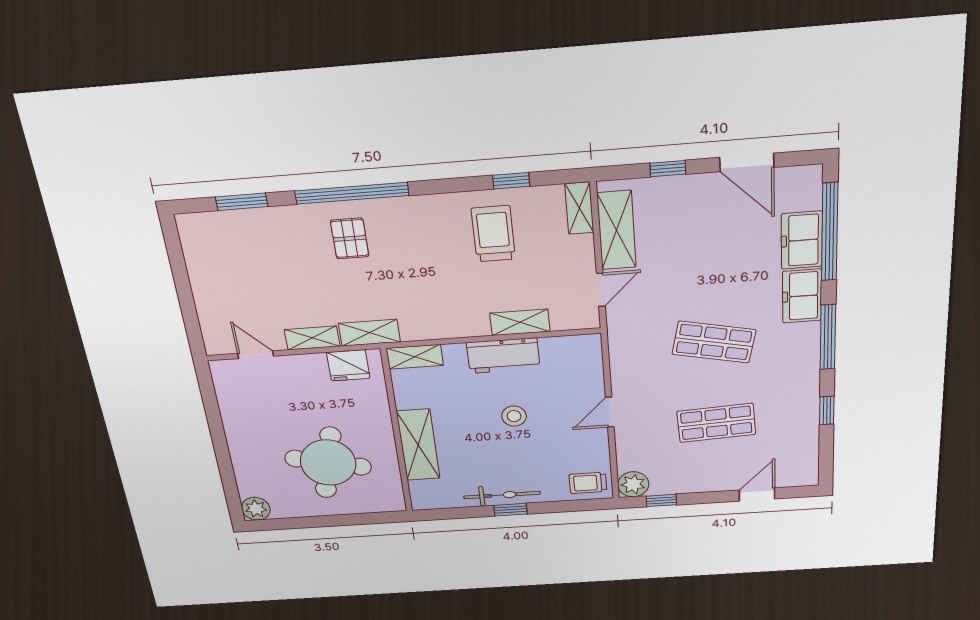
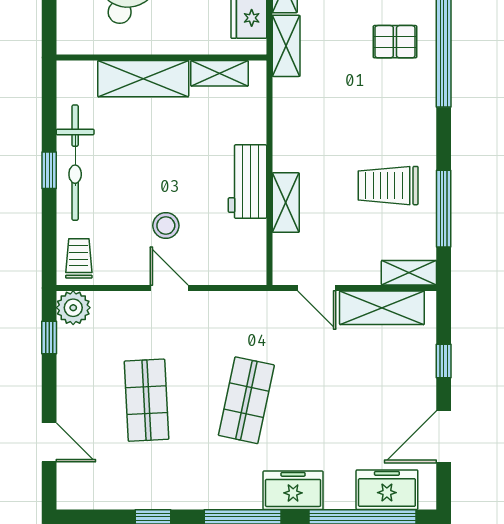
window: (511, 181) -> (444, 209), width x2.17
trolley: (493, 234) -> (388, 186), turned 180
freezer: (802, 240) -> (387, 490), moved
shelving: (415, 357) -> (220, 73), moved, turned 90
stool: (514, 416) -> (166, 226), moved
bicycle: (502, 495) -> (75, 163), width x1.37, depth x1.40

